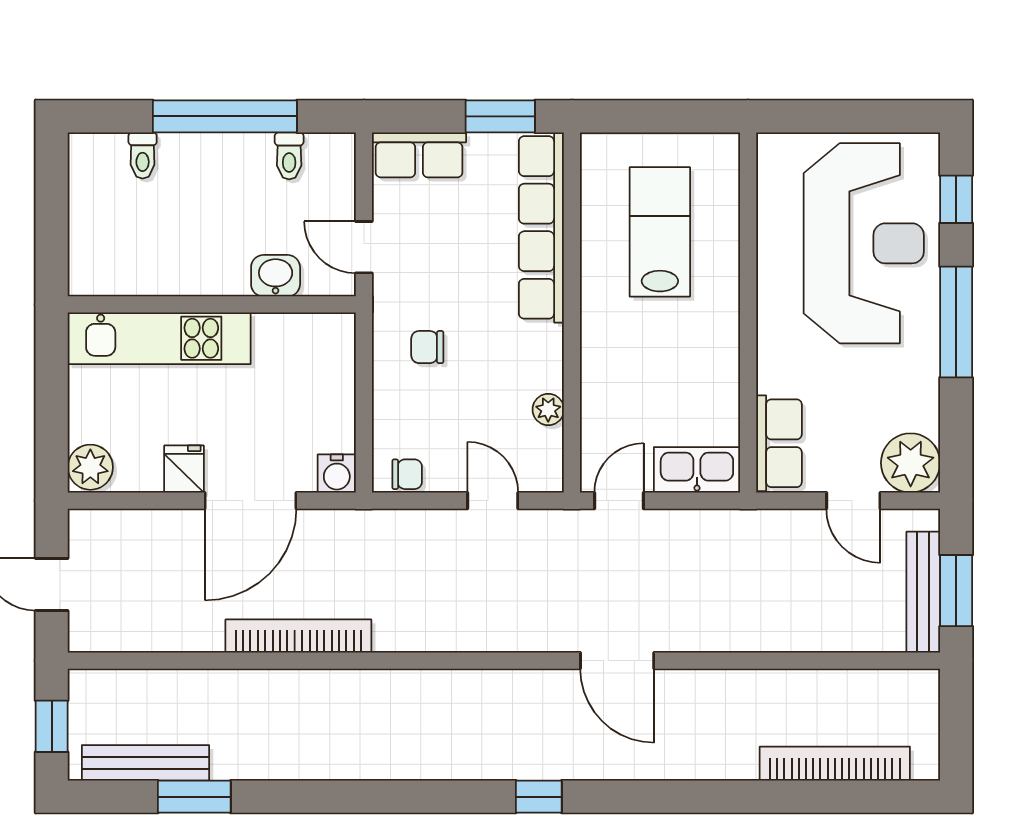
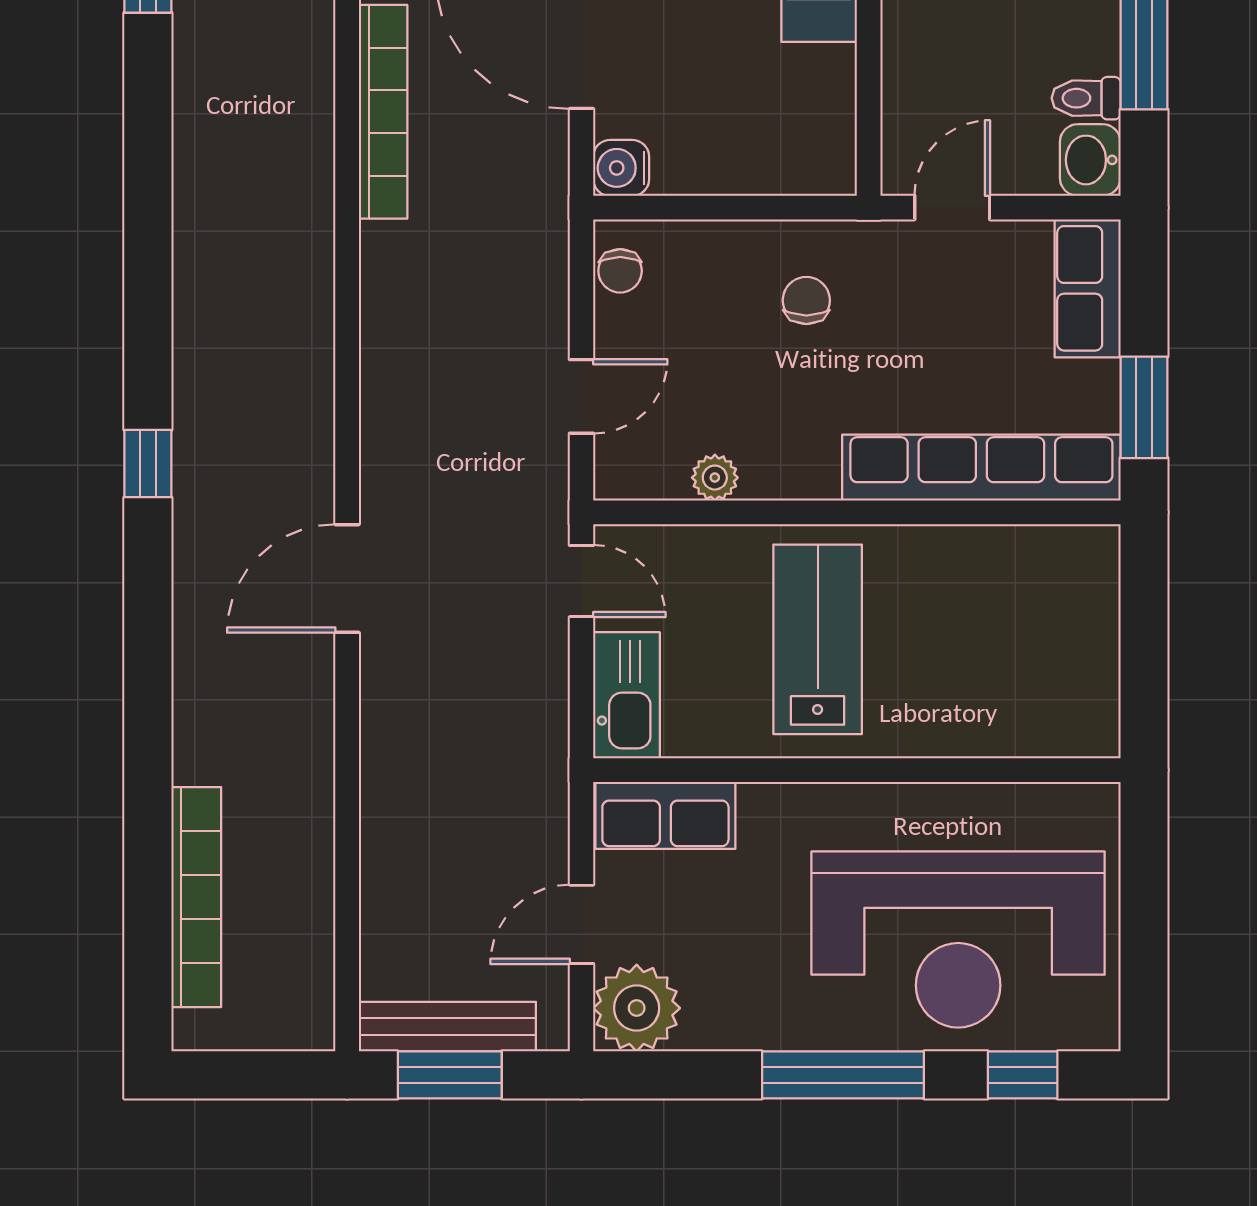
lab bench: (660, 232) -> (818, 639), moved, turned -90
washbasin: (276, 276) -> (1090, 160), moved, turned 180

